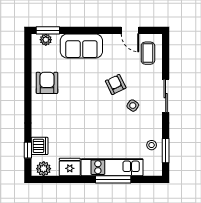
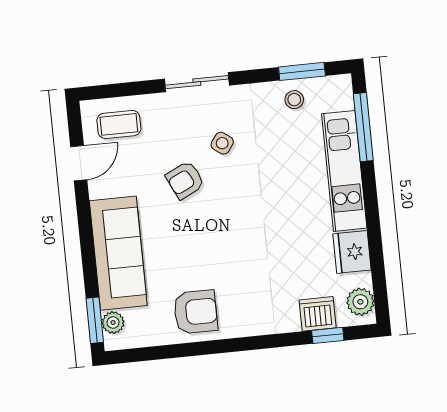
sofa: (81, 46) -> (118, 253), width x1.36
armchair: (47, 83) -> (196, 312), turned 180
window: (113, 179) -> (363, 127), moved

